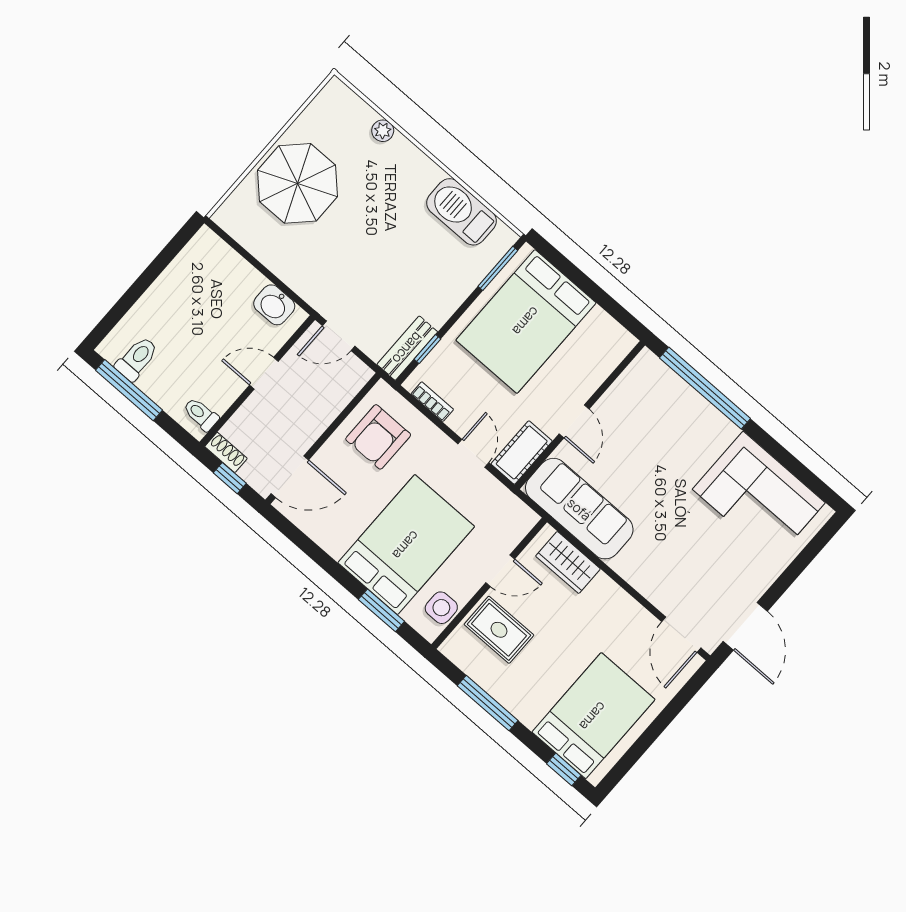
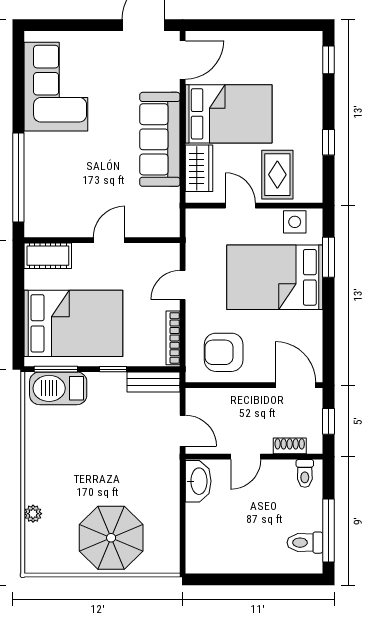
barbecue: (461, 212) -> (58, 388), moved, turned 90
washbasin: (274, 305) -> (198, 481), width x1.38
window: (427, 349) -> (113, 369), moved
door: (264, 373) -> (246, 457), hinge flipped
bookcase: (432, 402) -> (173, 338), width x1.56
armchair: (378, 437) -> (224, 352), turned 180
shoe rack: (226, 452) -> (290, 446), moved, turned 90
cot: (522, 452) -> (48, 256), moved
sofa: (579, 509) -> (160, 139), moved
window: (488, 703) -> (328, 142), width x0.46
bed: (593, 716) -> (229, 114), moved, turned 180

